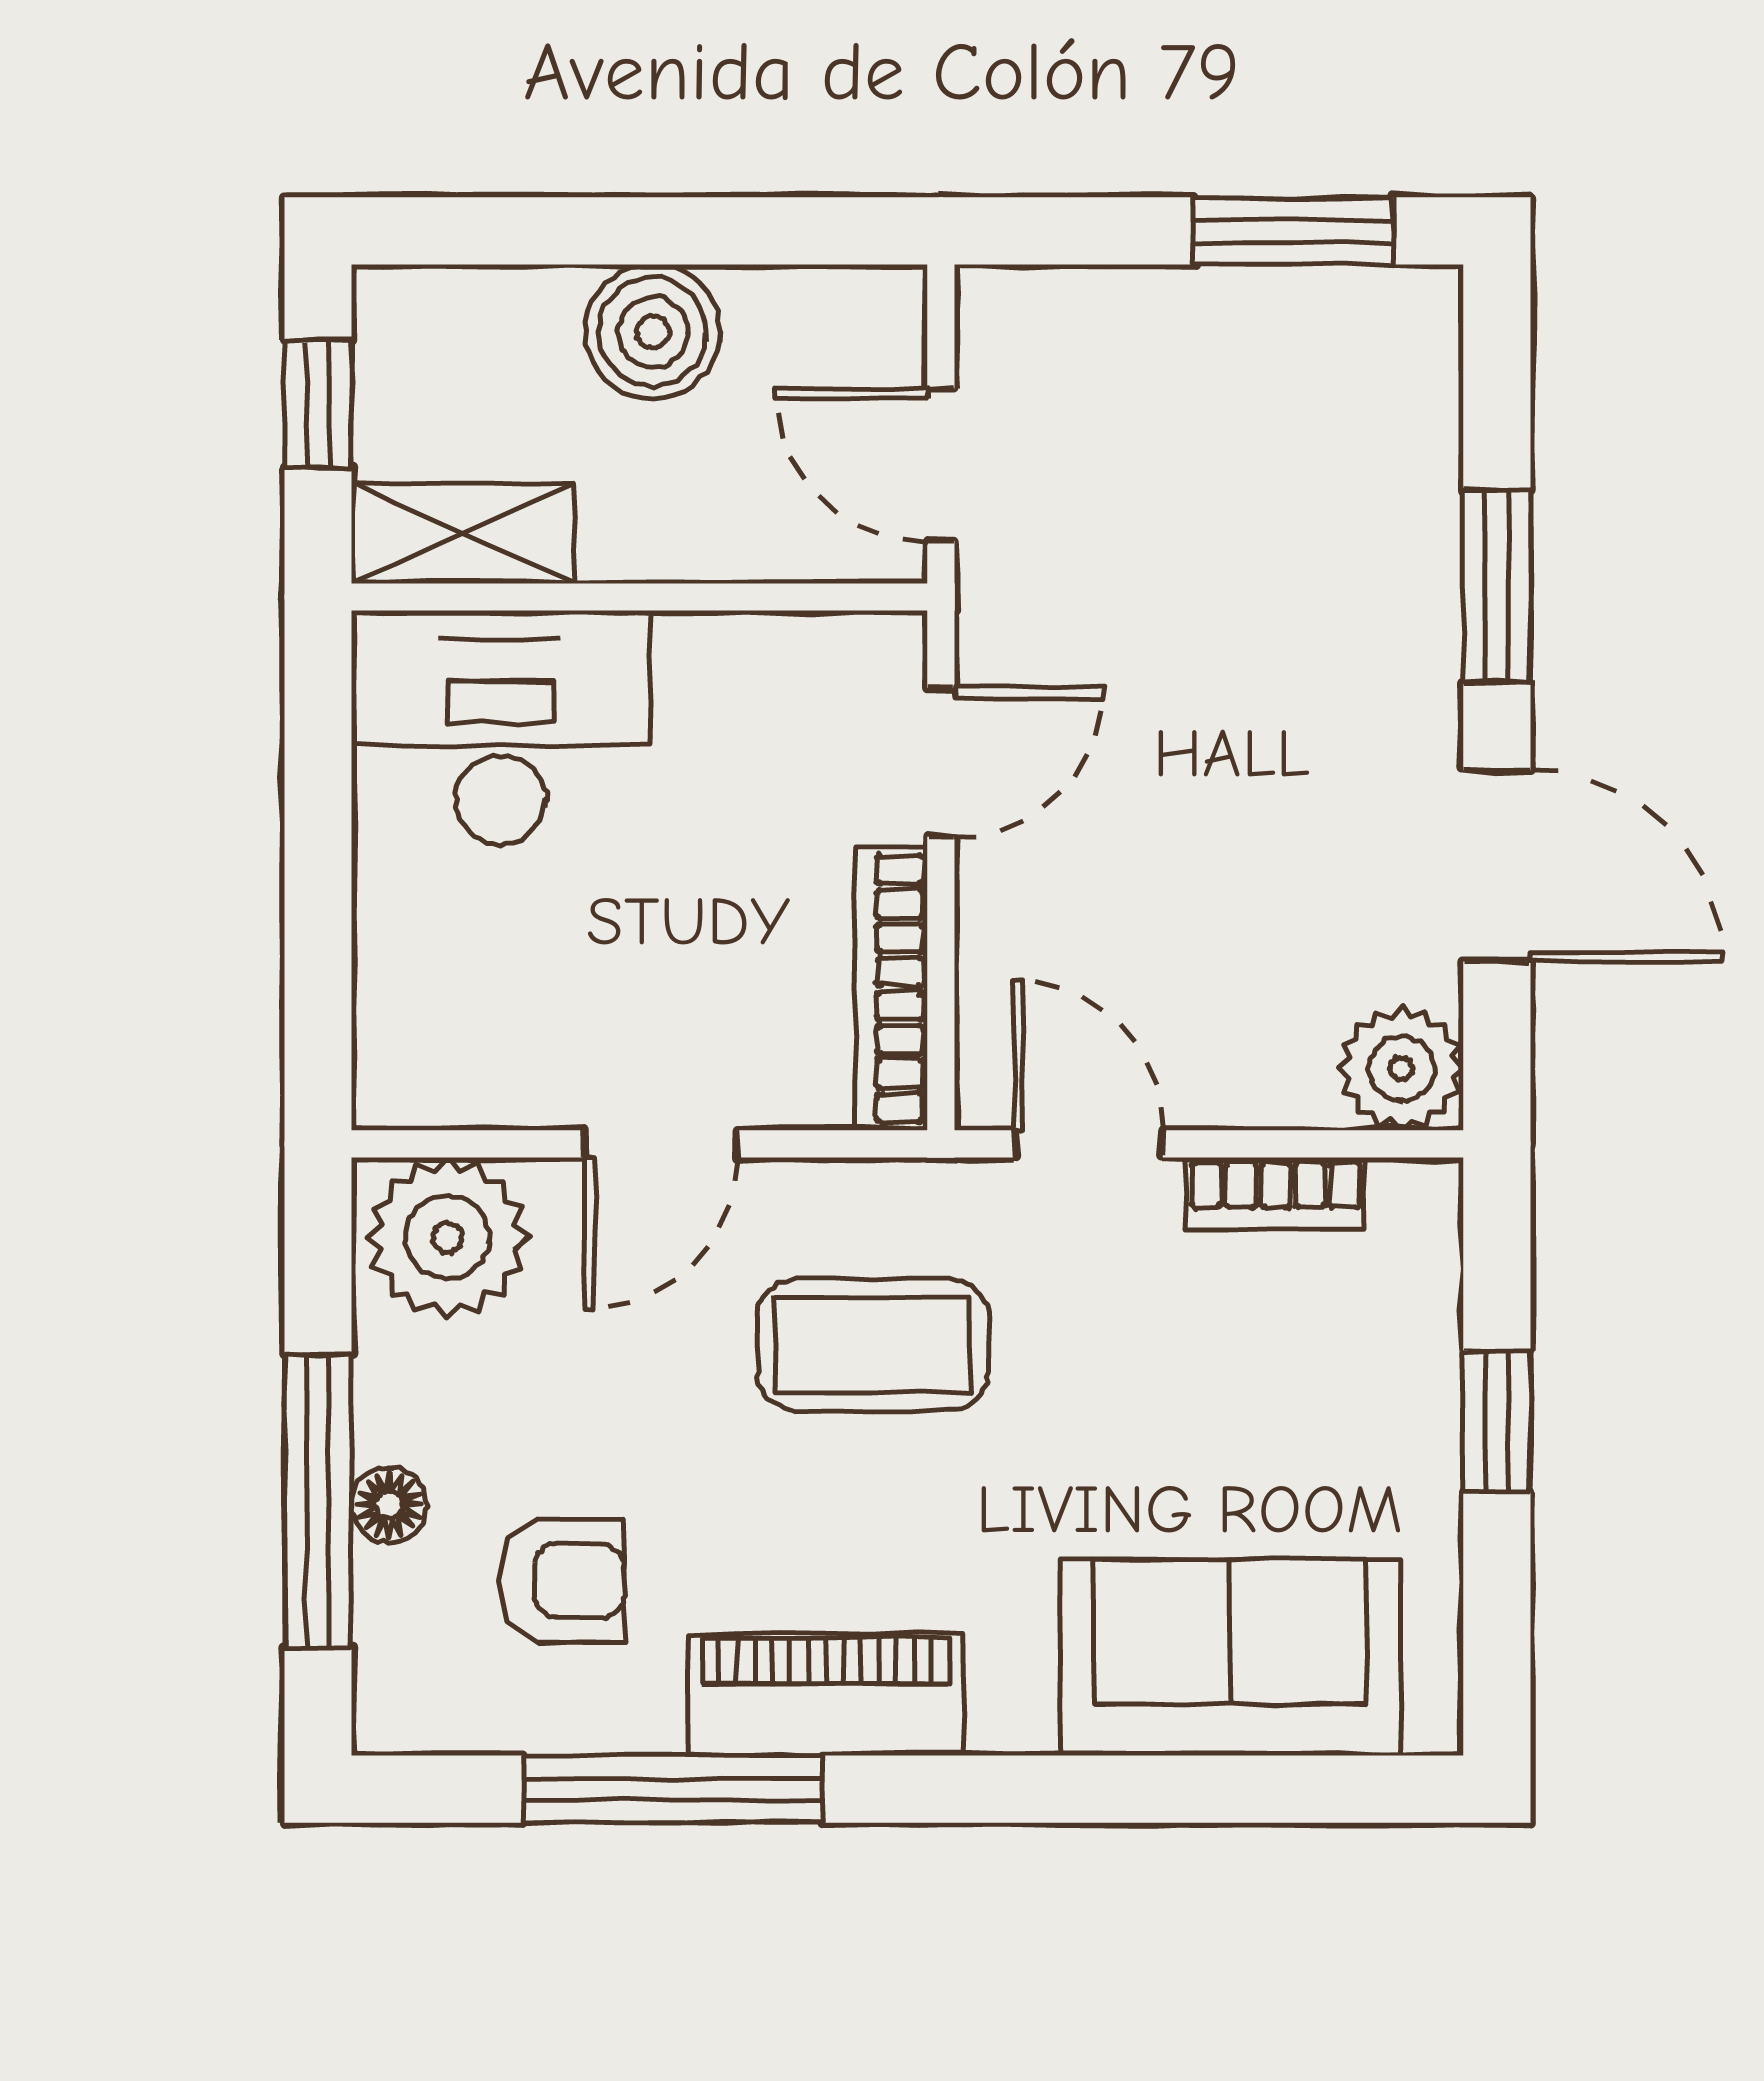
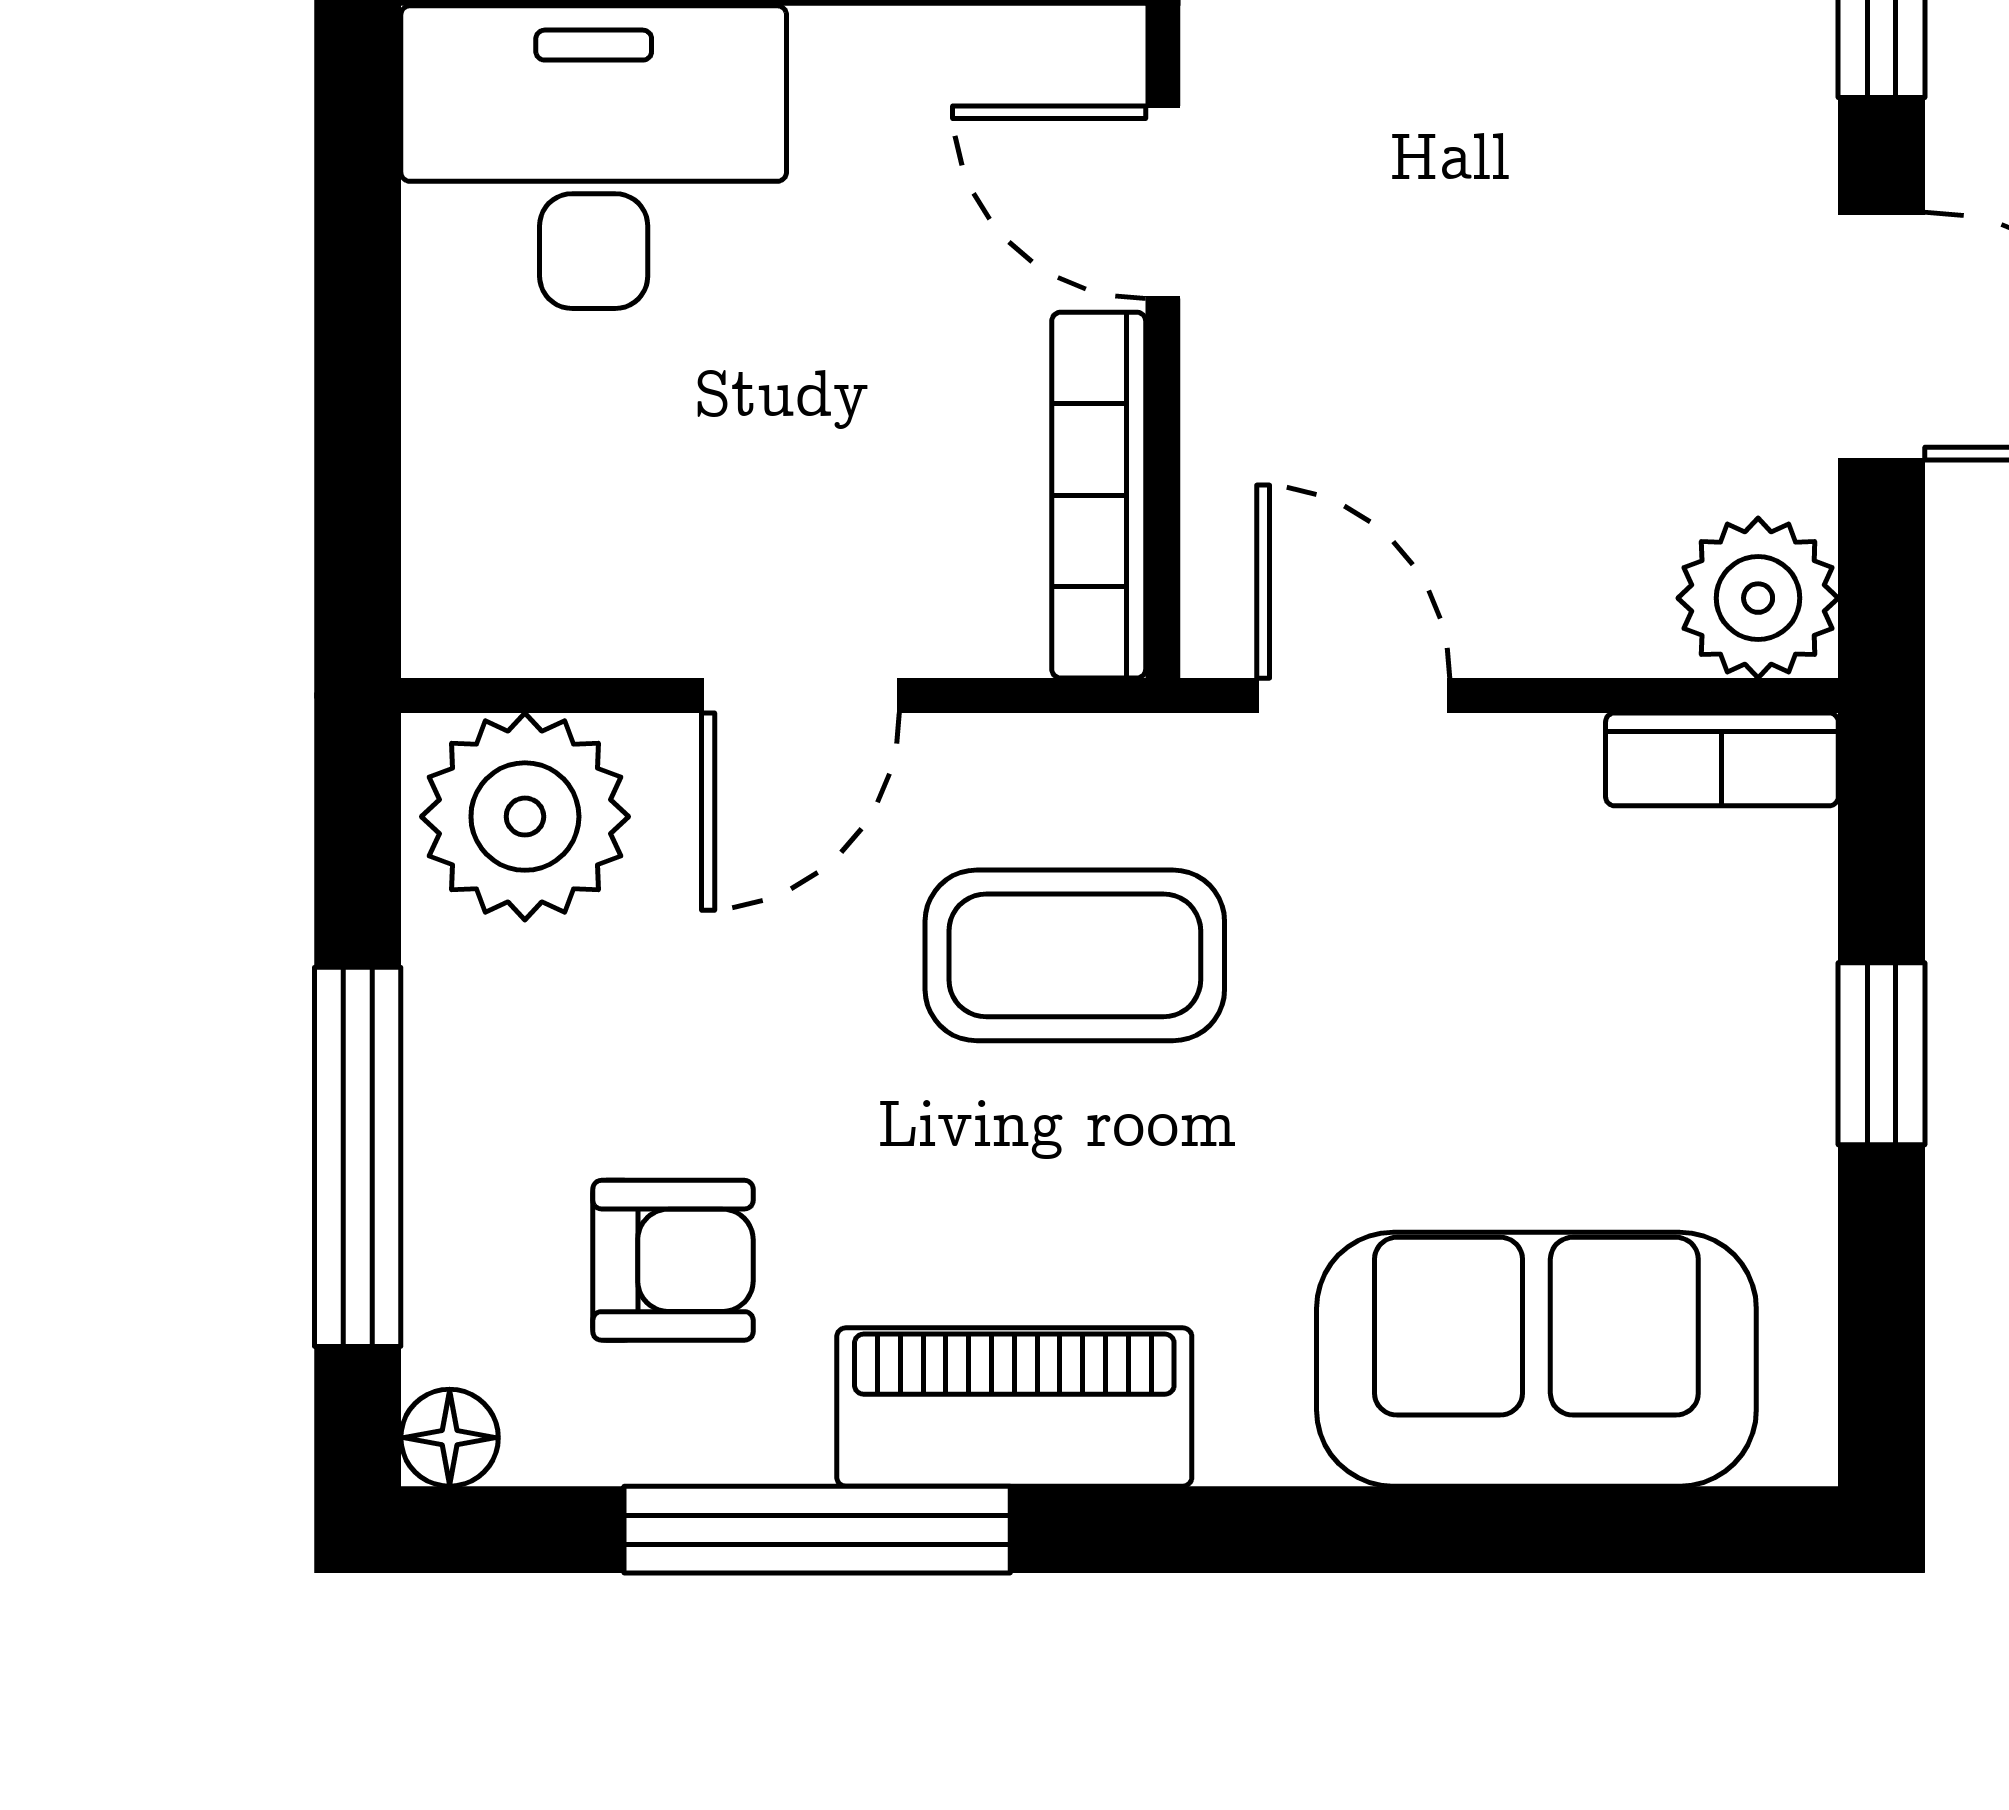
door: (941, 762) -> (1163, 202), swing flipped
bookcase: (1275, 1193) -> (1722, 759), moved
floor lamp: (389, 1505) -> (450, 1438), moved

